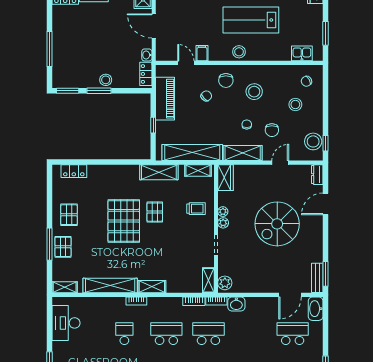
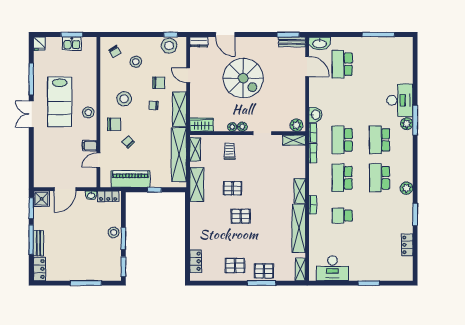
kitchen sink: (302, 53) -> (72, 44), moved, turned -90
pallet: (124, 221) -> (241, 216), width x0.49, depth x0.50

